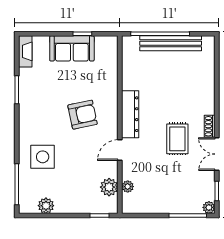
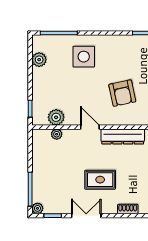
shoe rack: (210, 126) -> (128, 209), moved

